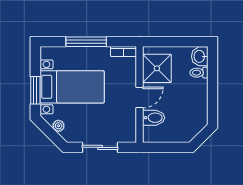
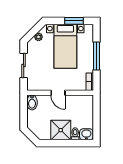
shower: (157, 68) -> (61, 130), moved
window: (35, 90) -> (74, 21), moved
bidet: (154, 118) -> (32, 102), moved

